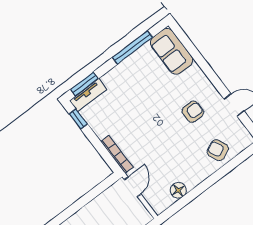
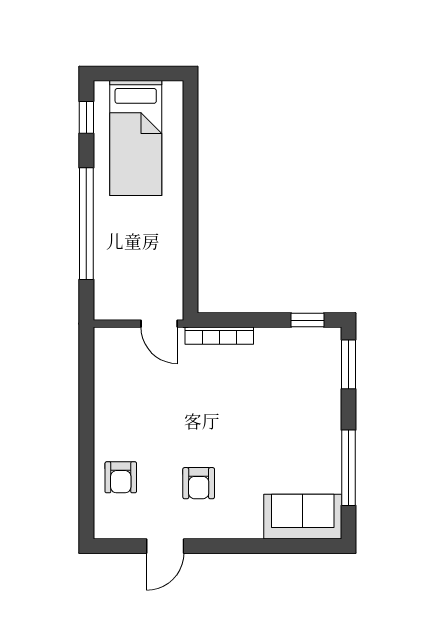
tv unit: (88, 95) -> (330, 358), removed
armchair: (218, 150) -> (121, 477), turned 115
floor lamp: (178, 190) -> (107, 382), removed

